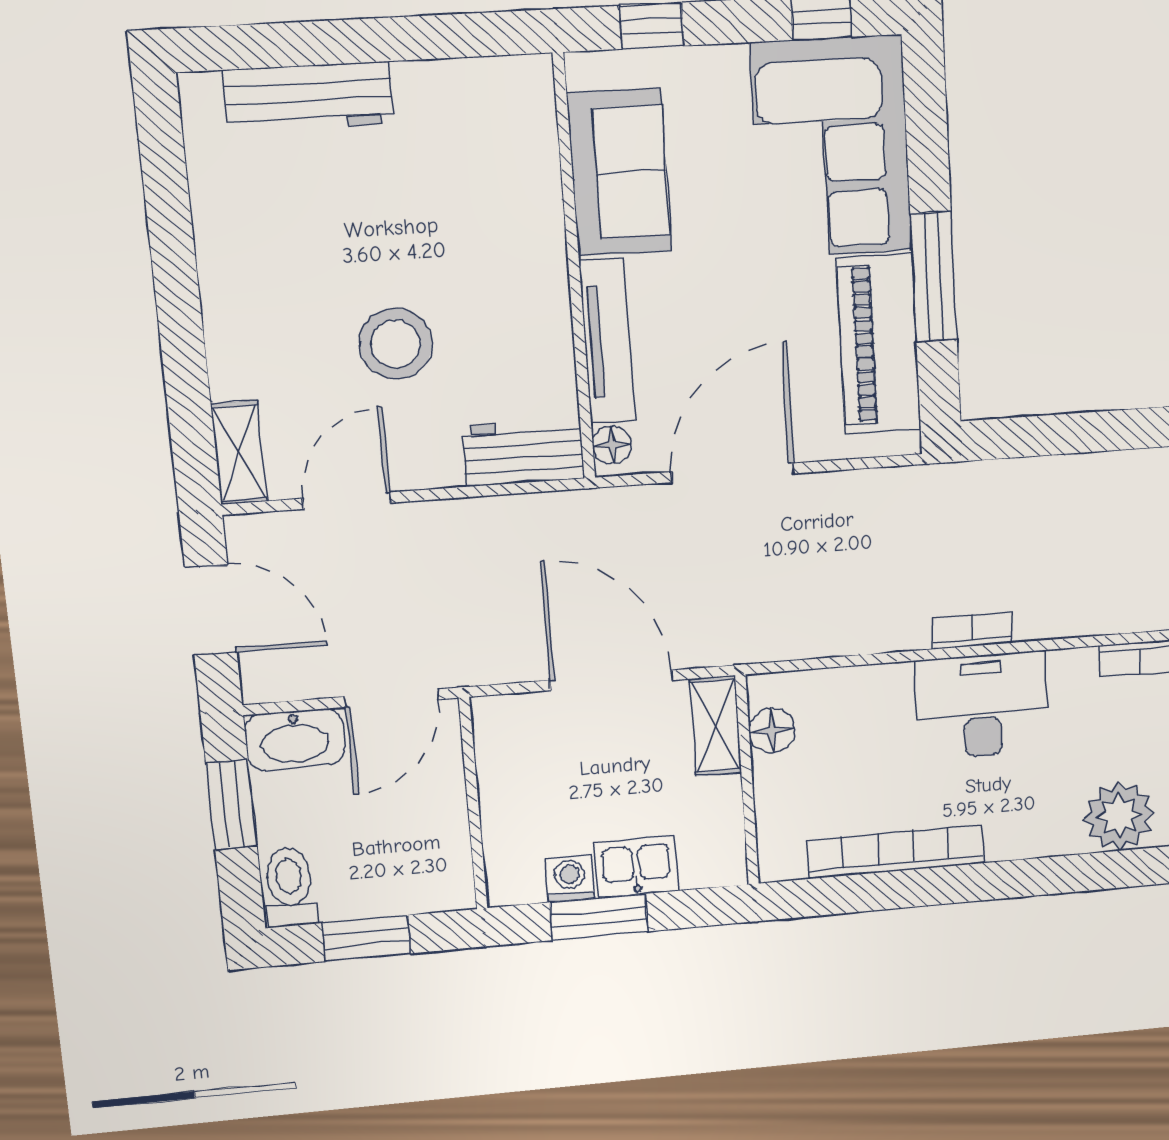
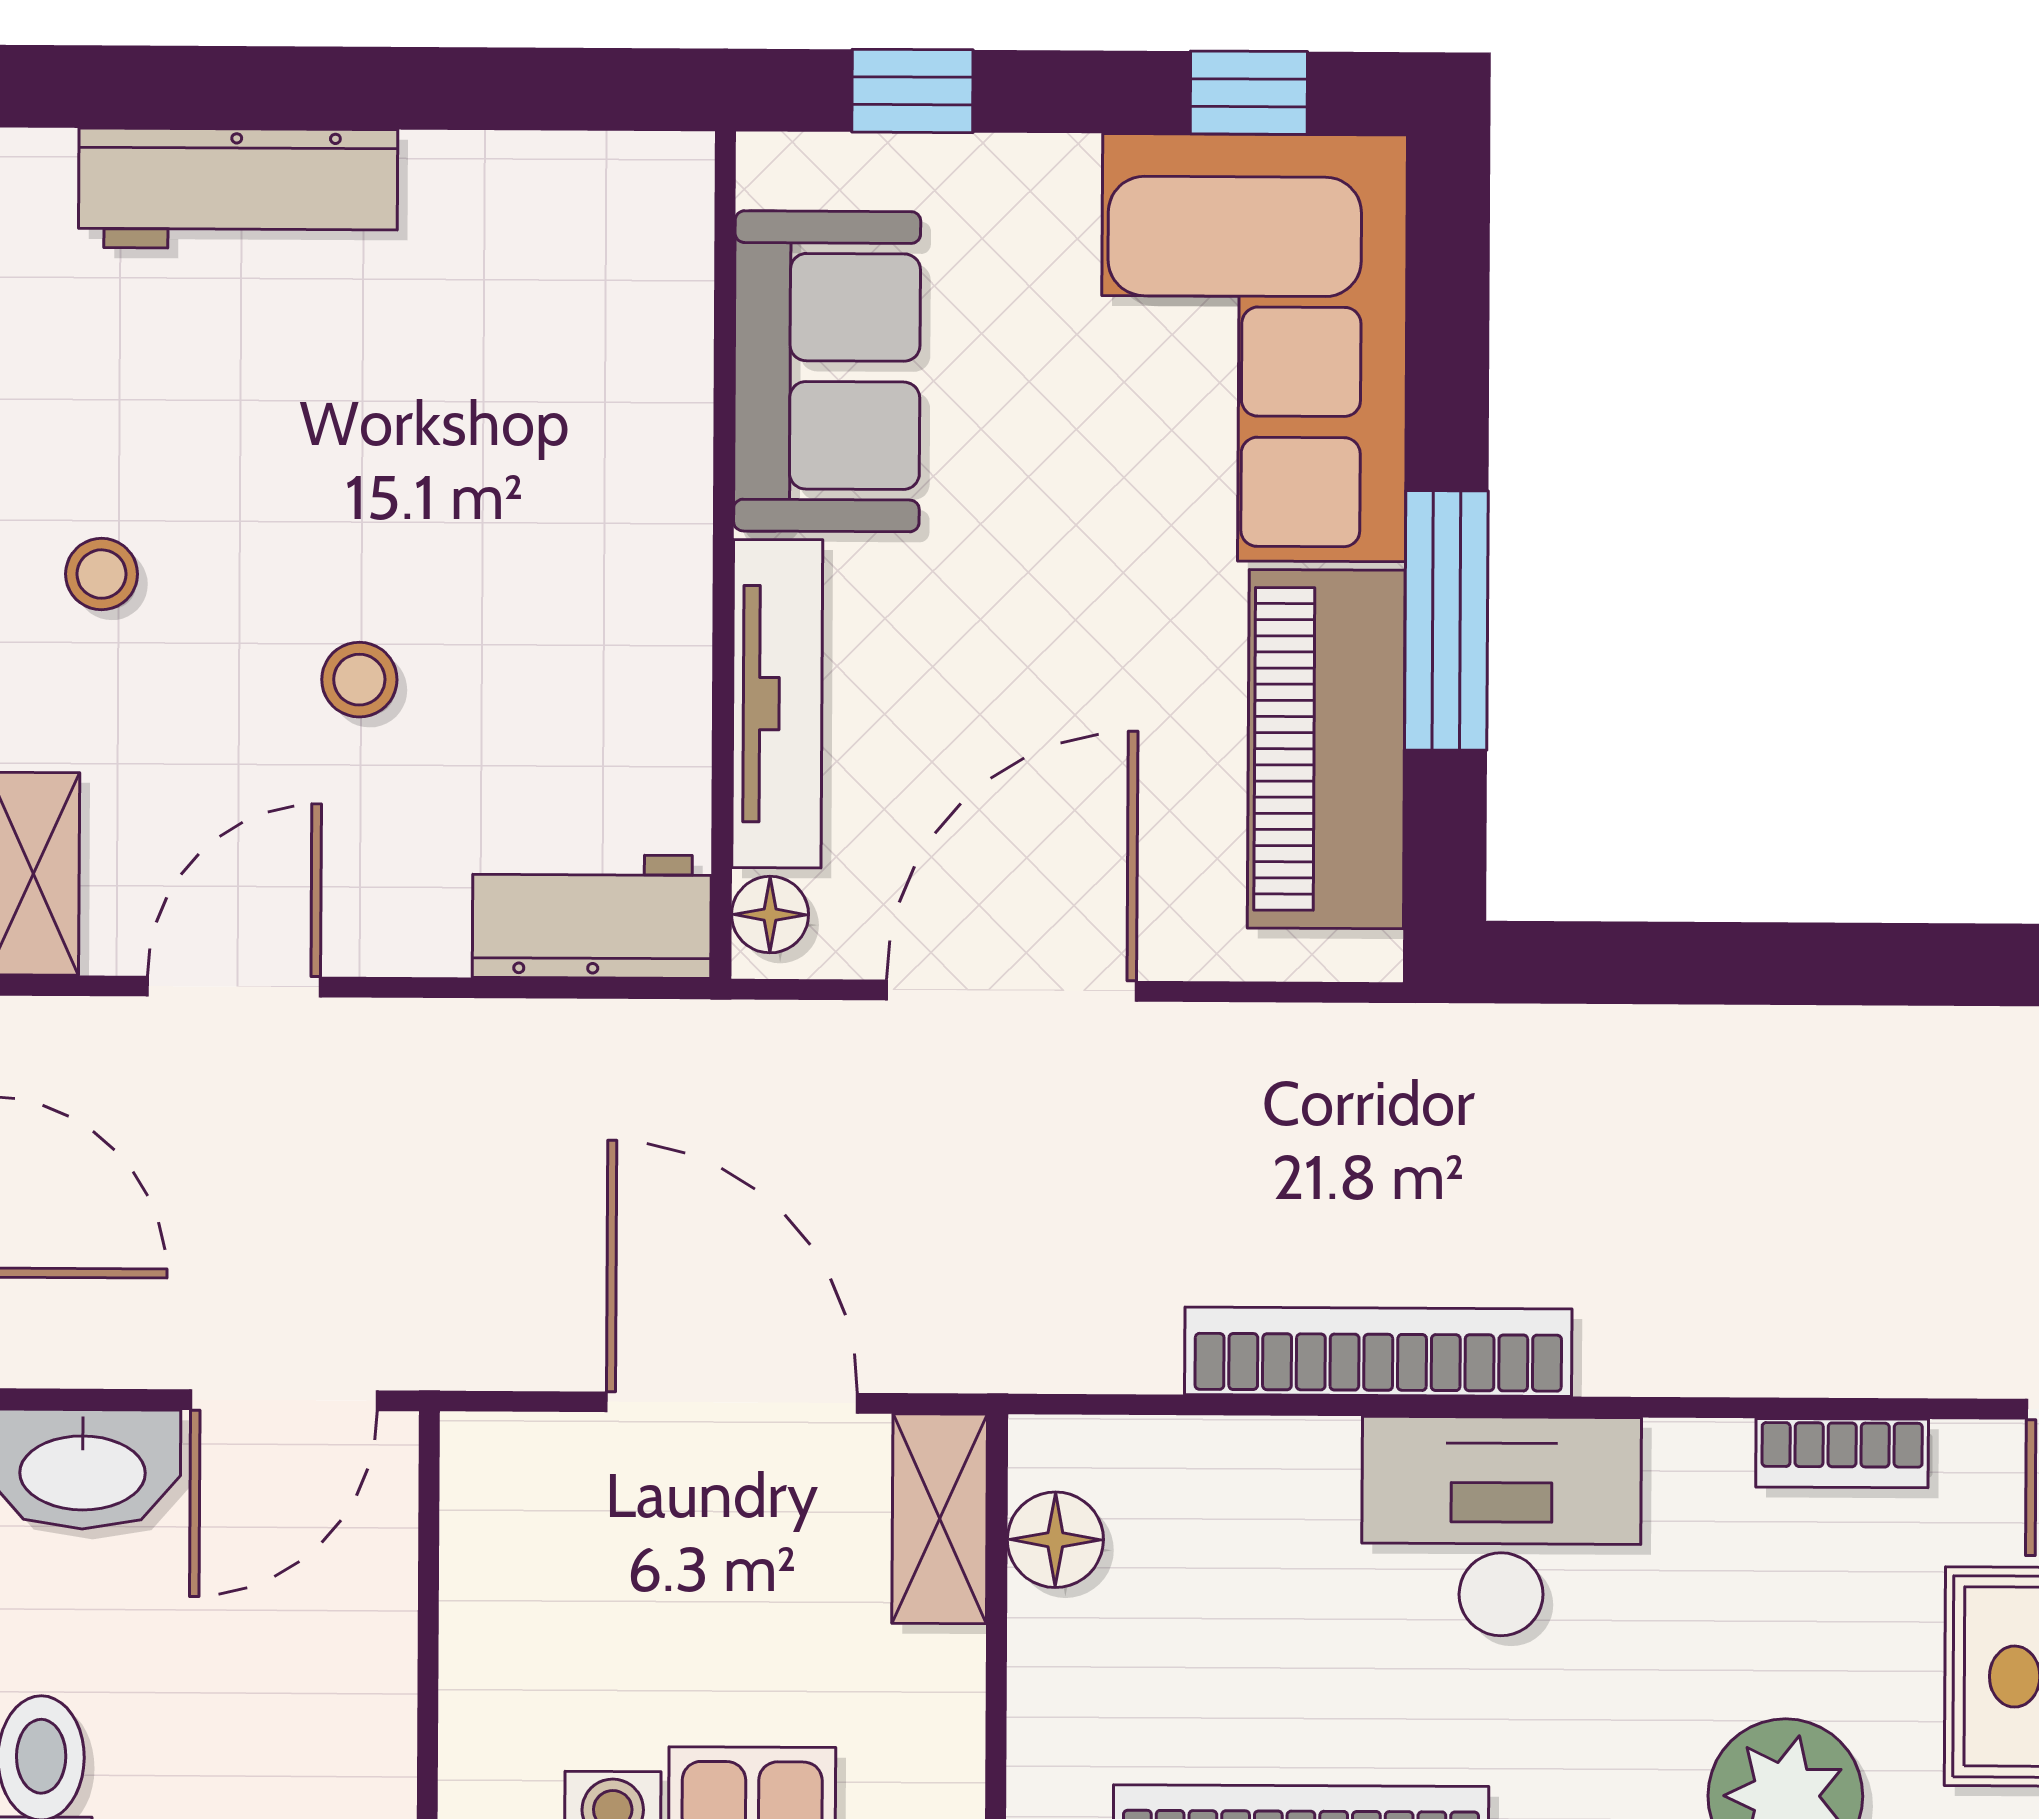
stool: (258, 300) -> (102, 574), added
stool: (396, 344) -> (359, 680), width x0.53, depth x0.53
bookcase: (972, 631) -> (1378, 1352), width x2.31, depth x1.31

